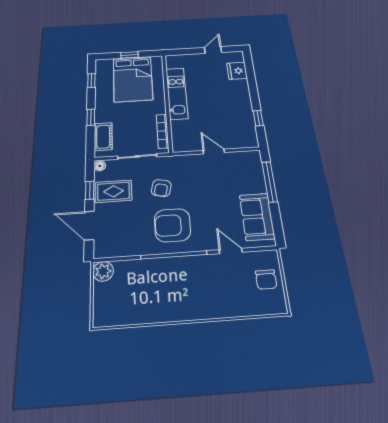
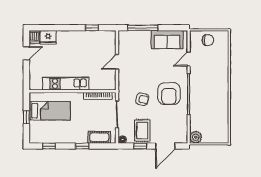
door: (213, 50) -> (26, 53), swing flipped
dishwasher: (235, 57) -> (34, 37), added
bed: (133, 79) -> (50, 111), width x0.67

